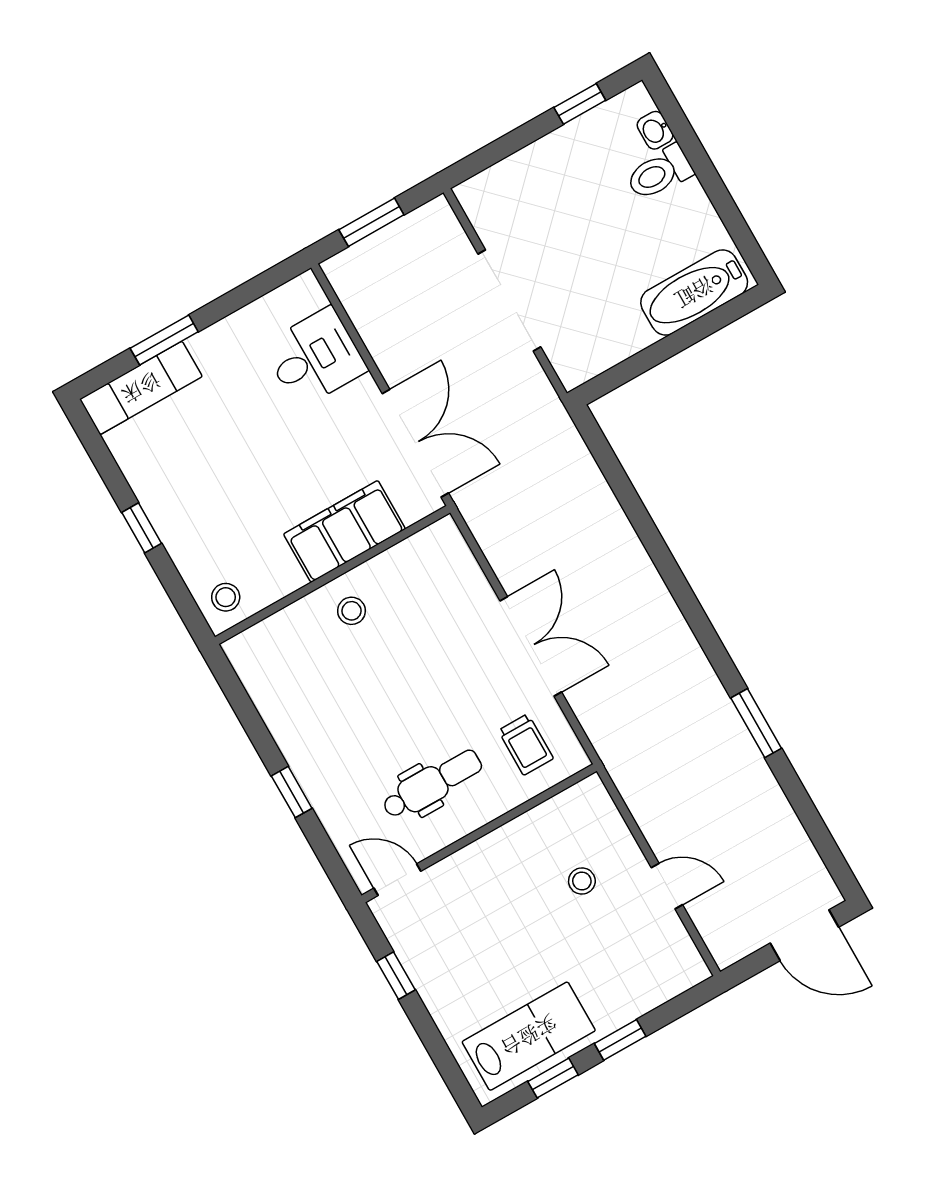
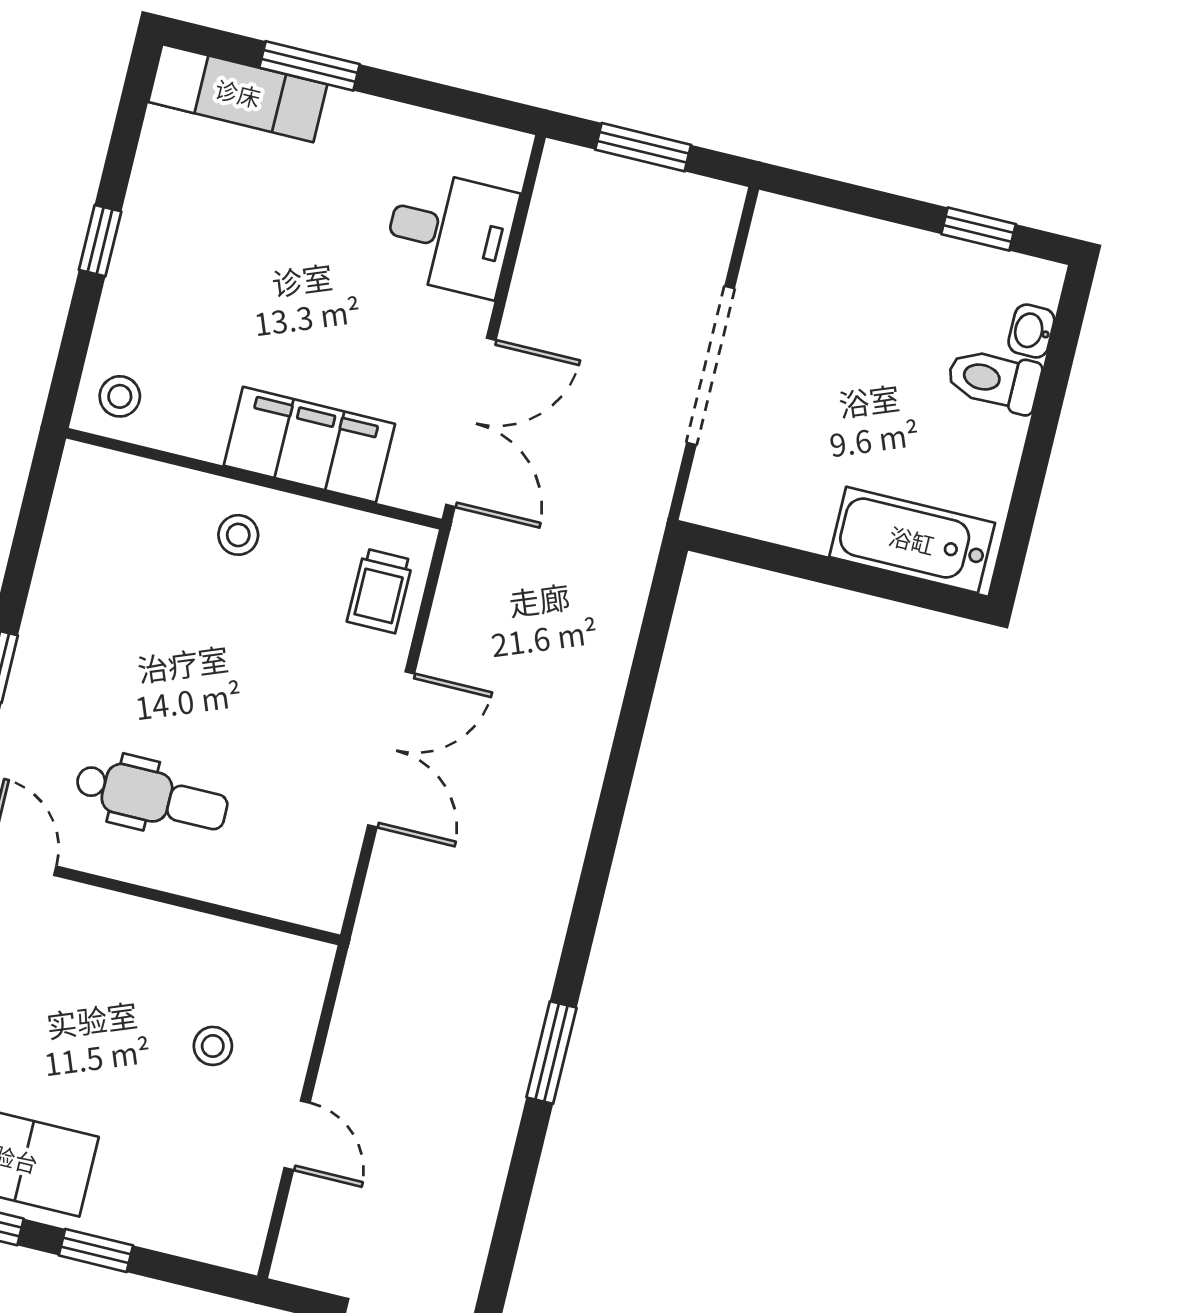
trolley: (526, 744) -> (380, 591), moved

